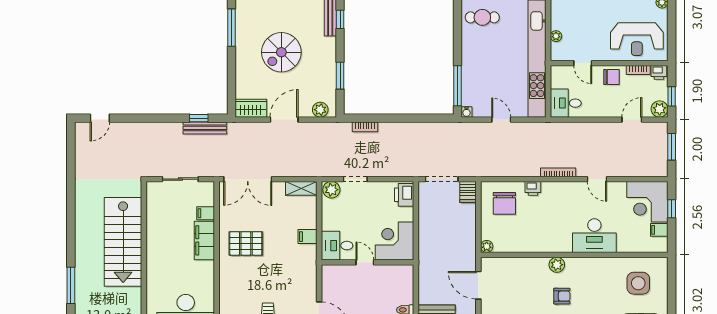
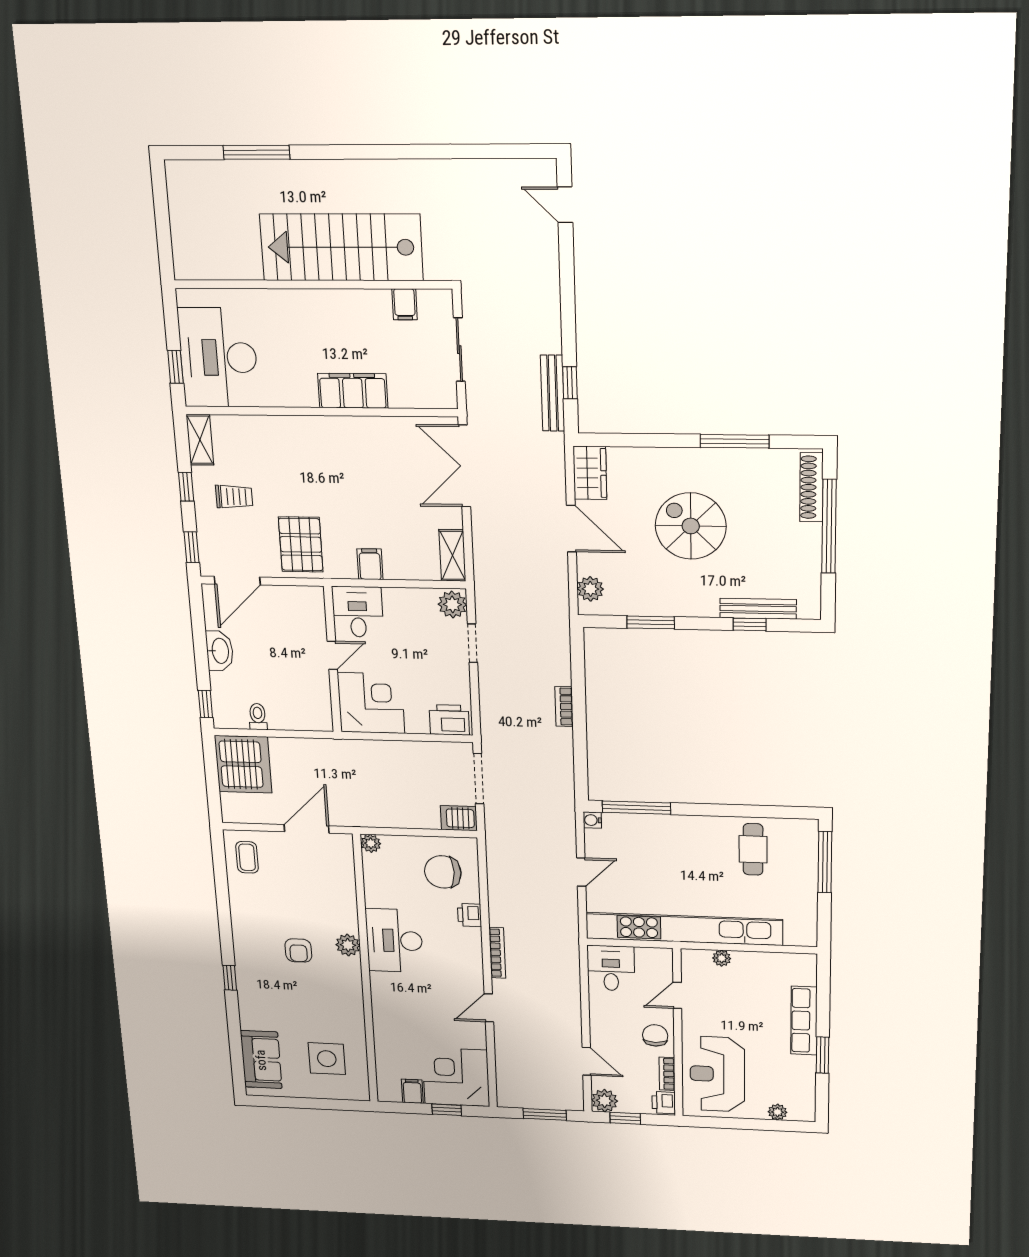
chair: (611, 77) -> (655, 1035), turned 180
bookcase: (365, 127) -> (564, 706), moved
filing cabinet: (206, 213) -> (405, 304), moved, turned 180
desk: (594, 236) -> (394, 941), moved
pallet: (246, 243) -> (301, 544), moved

